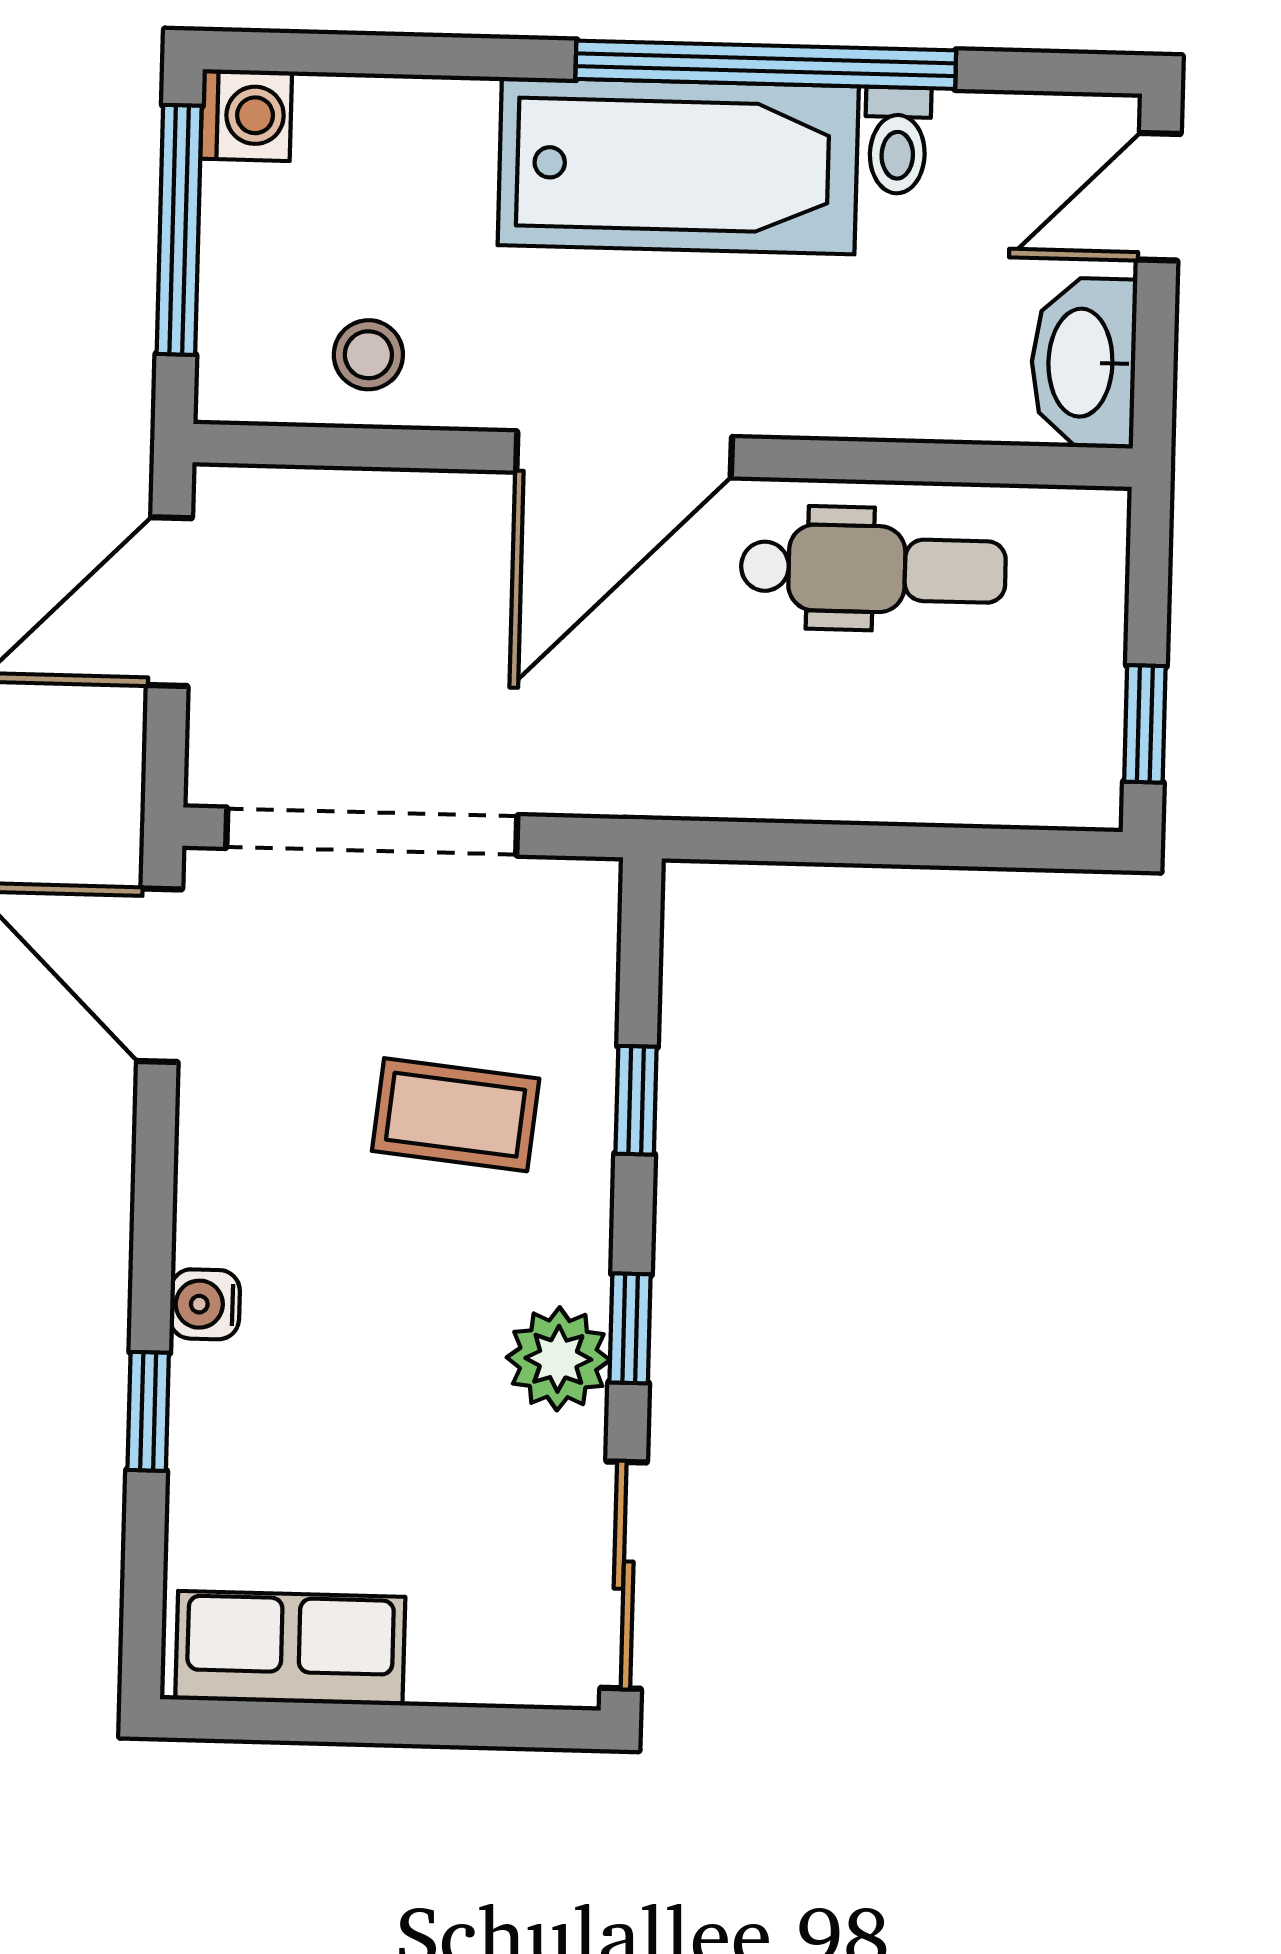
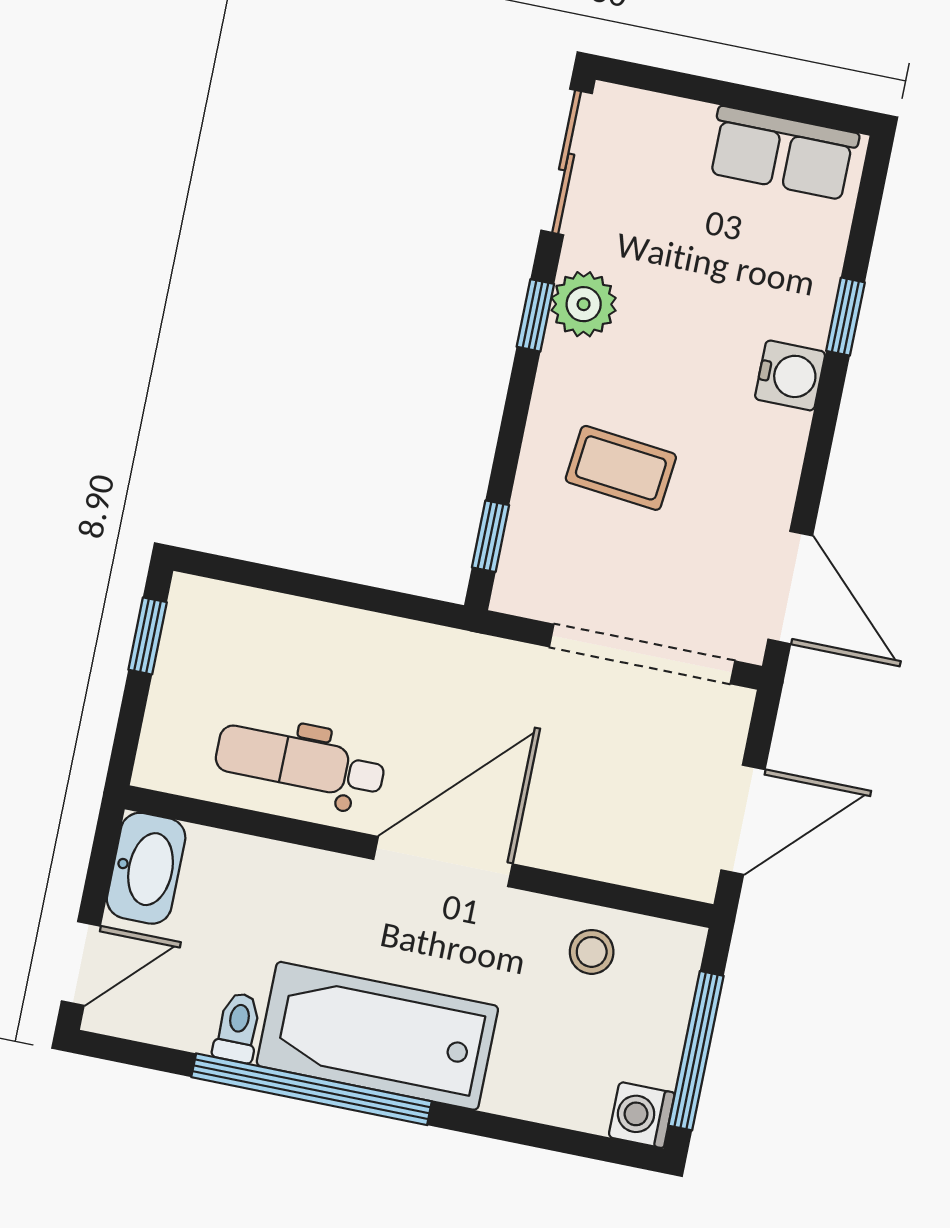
window: (636, 1100) -> (490, 536), moved
water cooler: (205, 1304) -> (790, 375), width x1.38, depth x1.38

